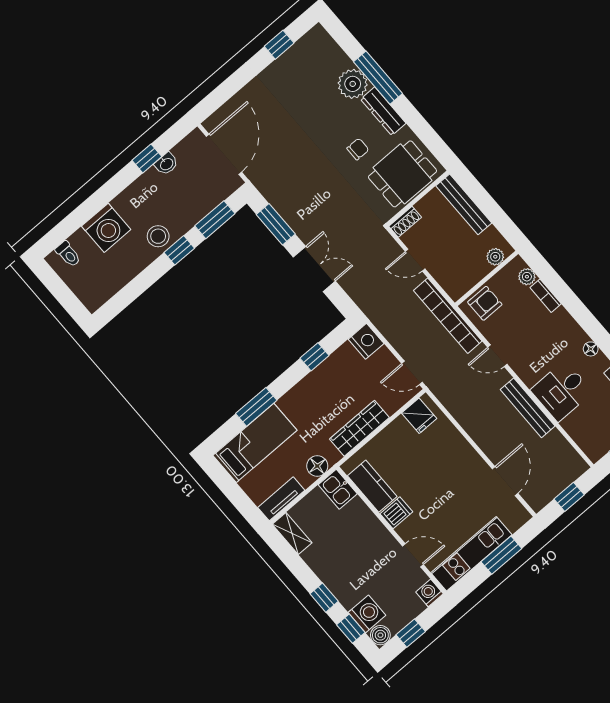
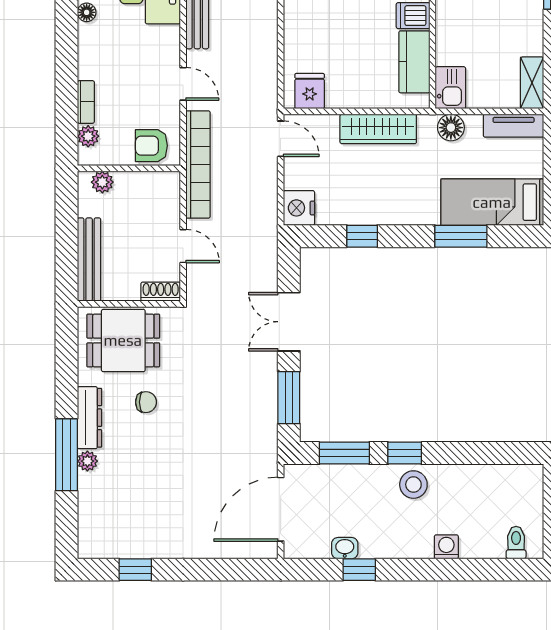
plant: (353, 84) -> (87, 461), width x0.53, depth x0.53
chair: (358, 149) -> (146, 402), turned 180
washing machine: (106, 228) -> (446, 547), width x0.53, depth x0.53

